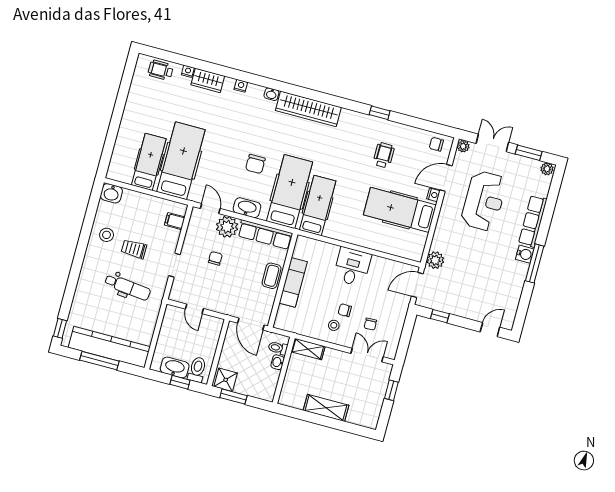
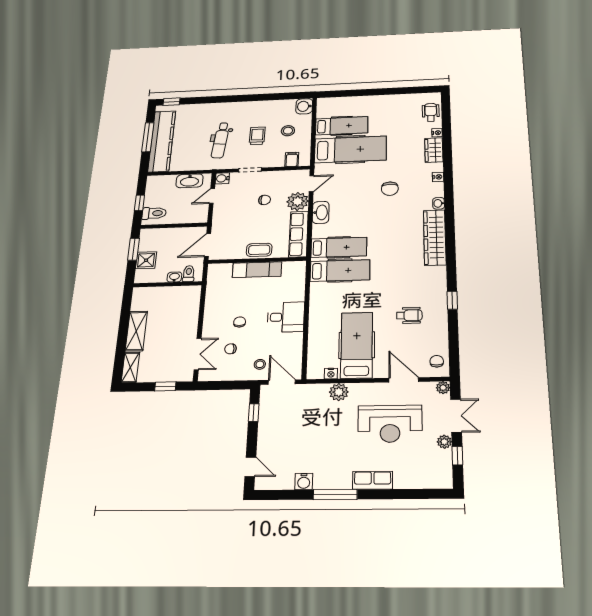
window: (529, 153) -> (457, 456), width x0.67
chair: (255, 164) -> (390, 189), moved, turned -90
plant: (547, 169) -> (444, 442), moved
hospital bed: (290, 192) -> (339, 247), width x0.73, depth x0.78
nightstand: (433, 195) -> (331, 373), moved
row of seats: (533, 221) -> (373, 480), width x0.68
stool: (107, 235) -> (288, 131), moved
water cooler: (525, 254) -> (304, 481), moved
plant: (435, 260) -> (339, 392), moved
water cooler: (176, 294) -> (222, 178), added
stool: (334, 325) -> (260, 364), moved
shelving: (308, 349) -> (130, 367), moved
washbasin: (175, 367) -> (190, 181), moved, turned 90
shower: (226, 380) -> (146, 260), moved

